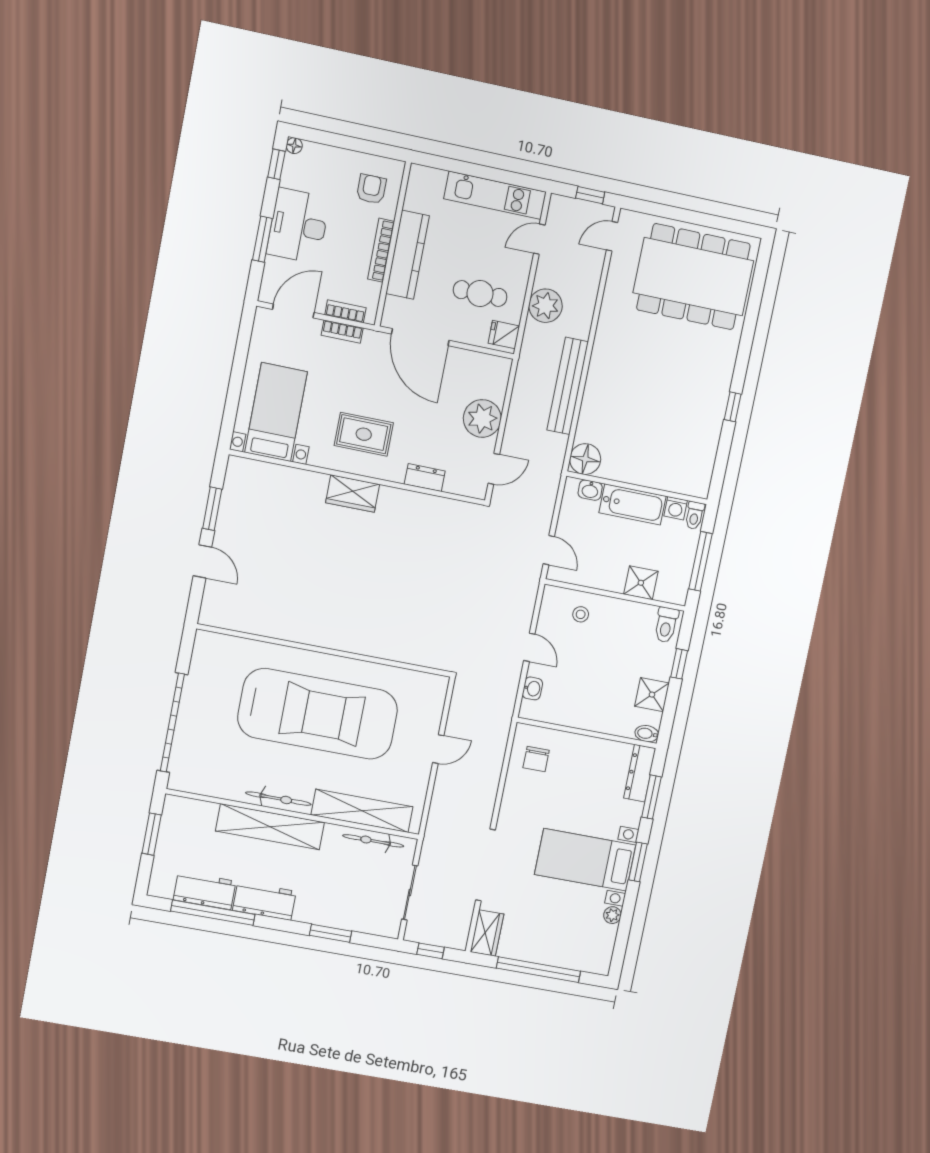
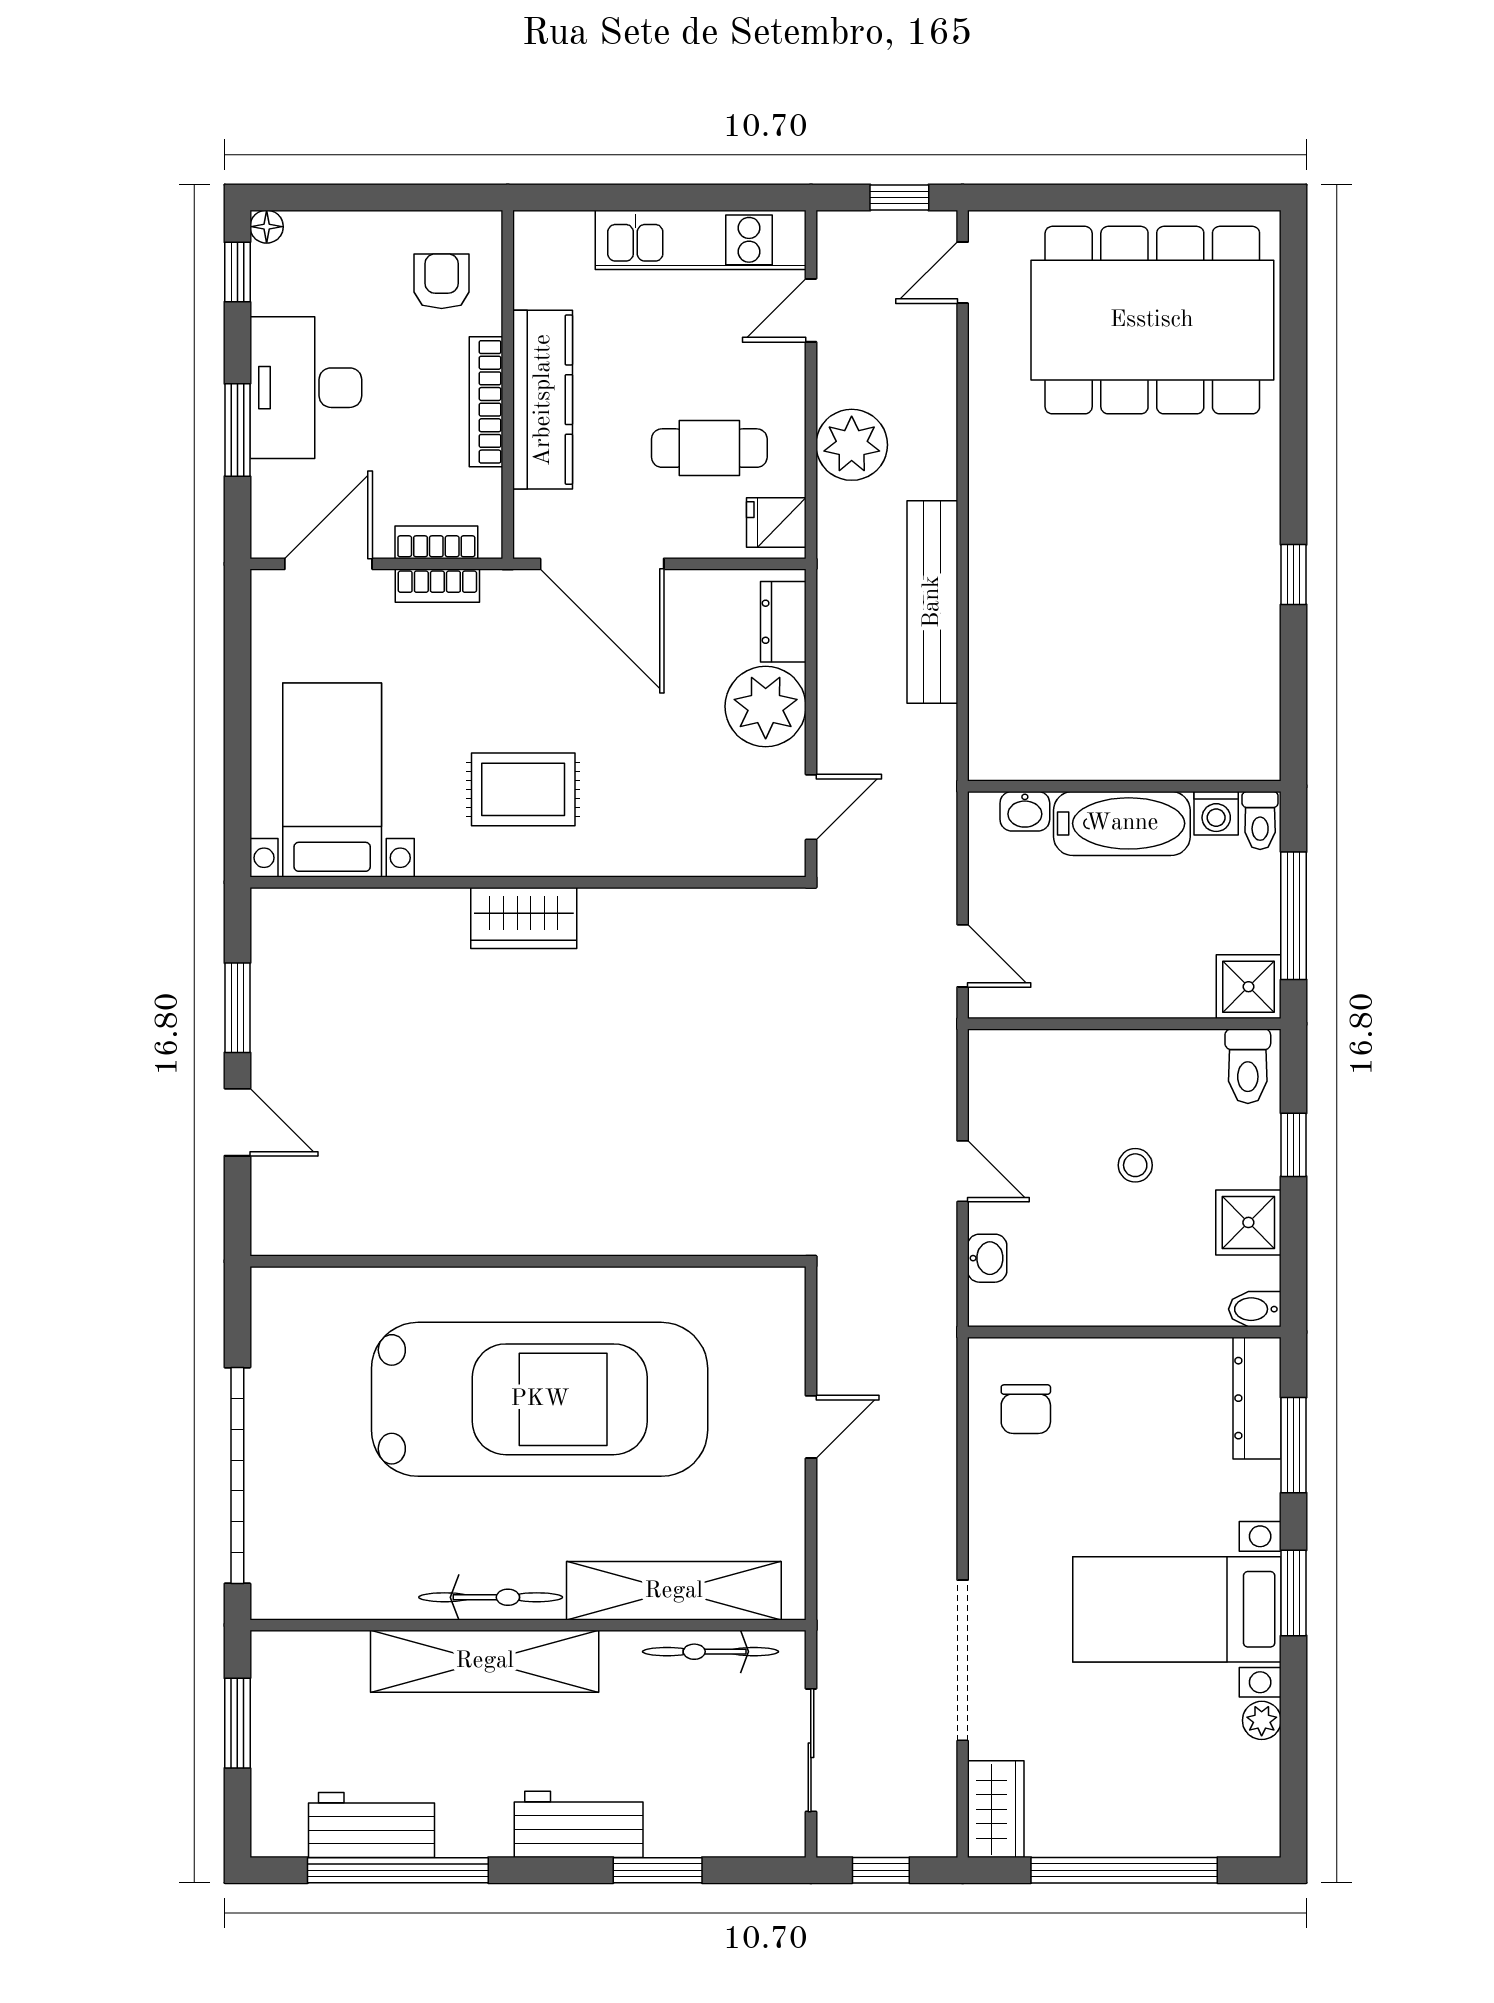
floor lamp: (585, 459) -> (1001, 748), removed
dresser: (425, 478) -> (783, 622), moved, turned -90
shower: (641, 583) -> (1249, 987), moved
stool: (581, 614) -> (1135, 1165), moved
workbench: (264, 901) -> (579, 1824), moved

